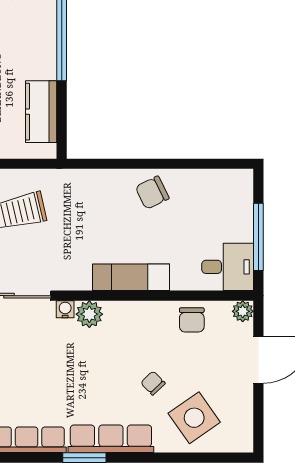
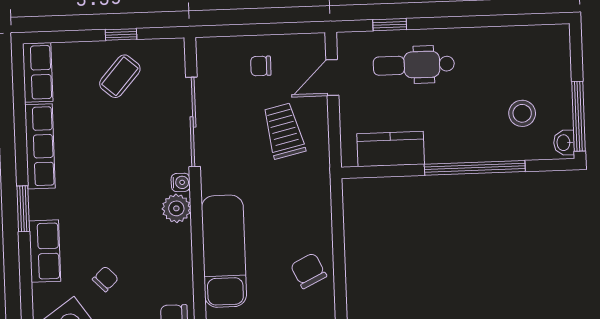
exam couch: (131, 277) -> (224, 251), width x1.36, depth x1.45
row of seats: (111, 439) -> (45, 251), width x0.68

